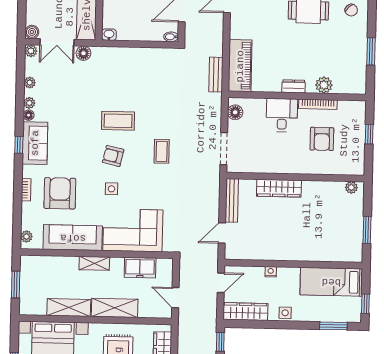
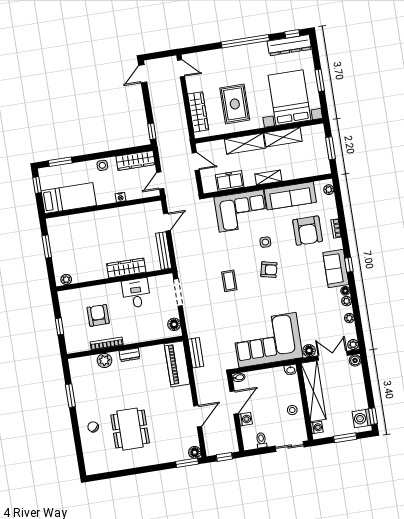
corner sofa: (130, 74) -> (267, 340), added
desk: (282, 115) -> (136, 293), moved, turned 180
coffee table: (118, 121) -> (270, 300), removed

